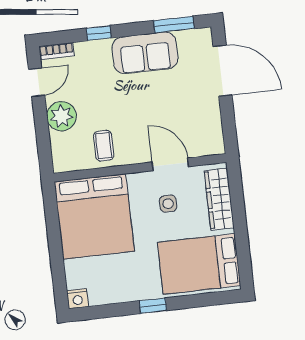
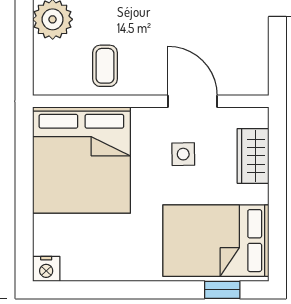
wardrobe: (219, 199) -> (253, 156), width x0.67
window: (153, 306) -> (222, 290), moved

